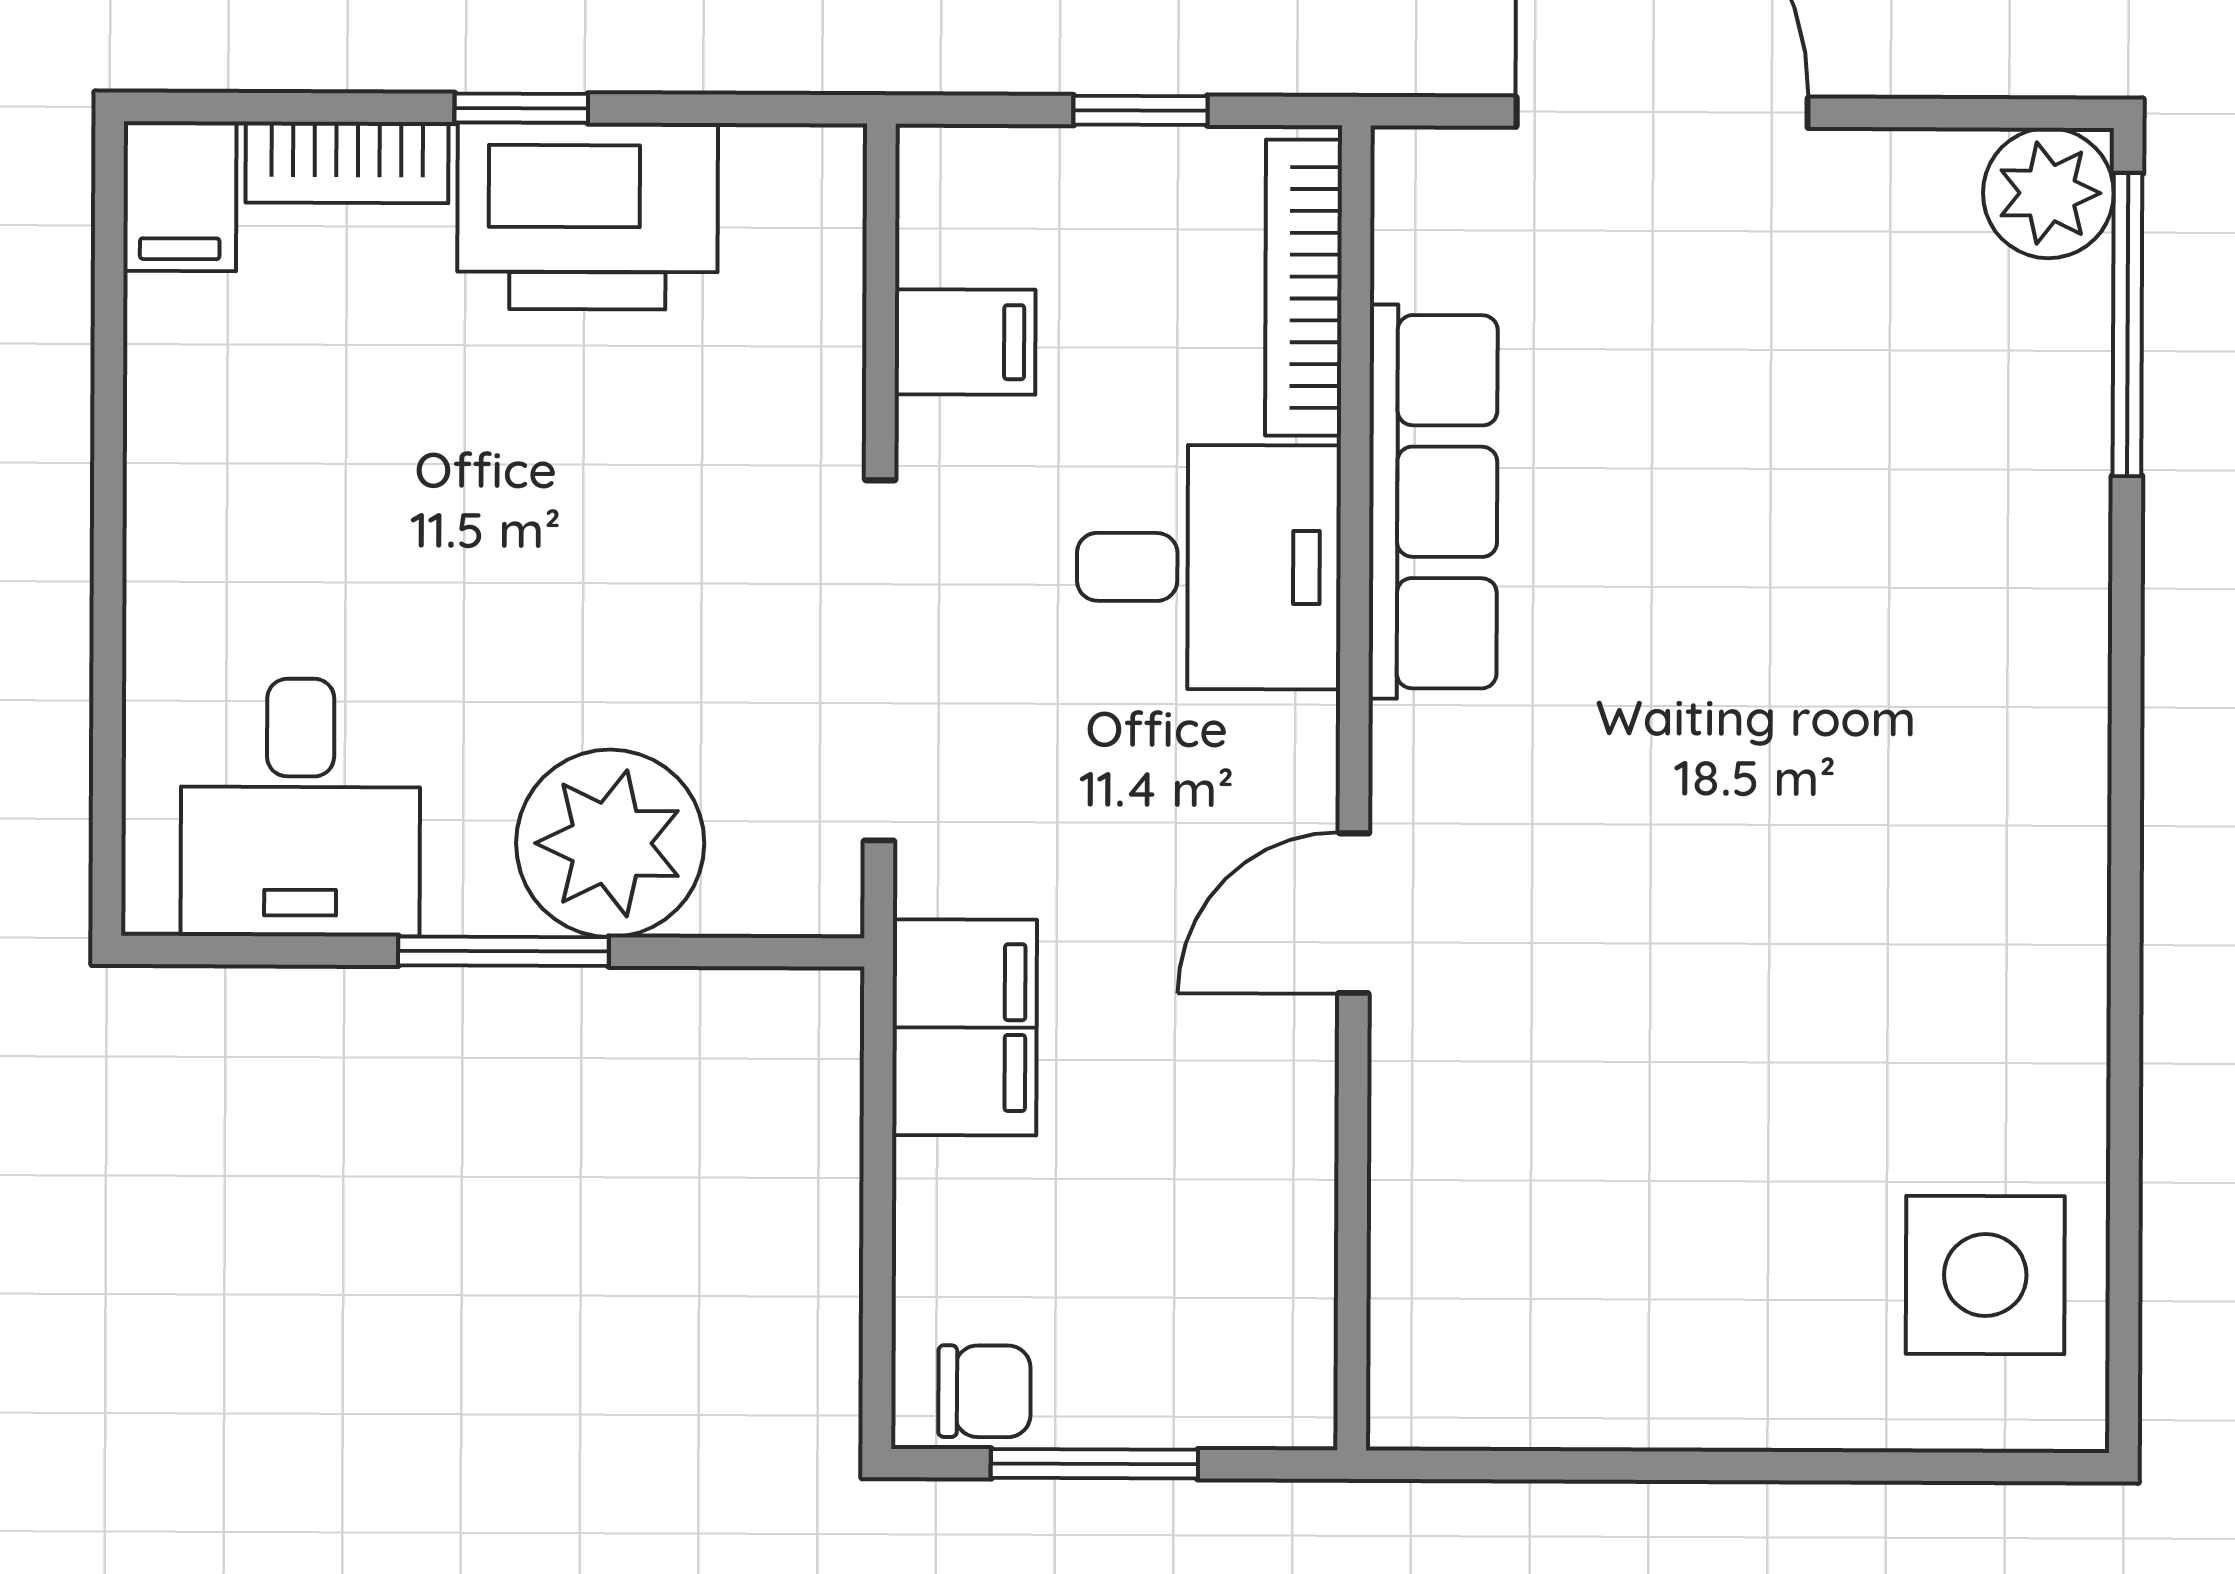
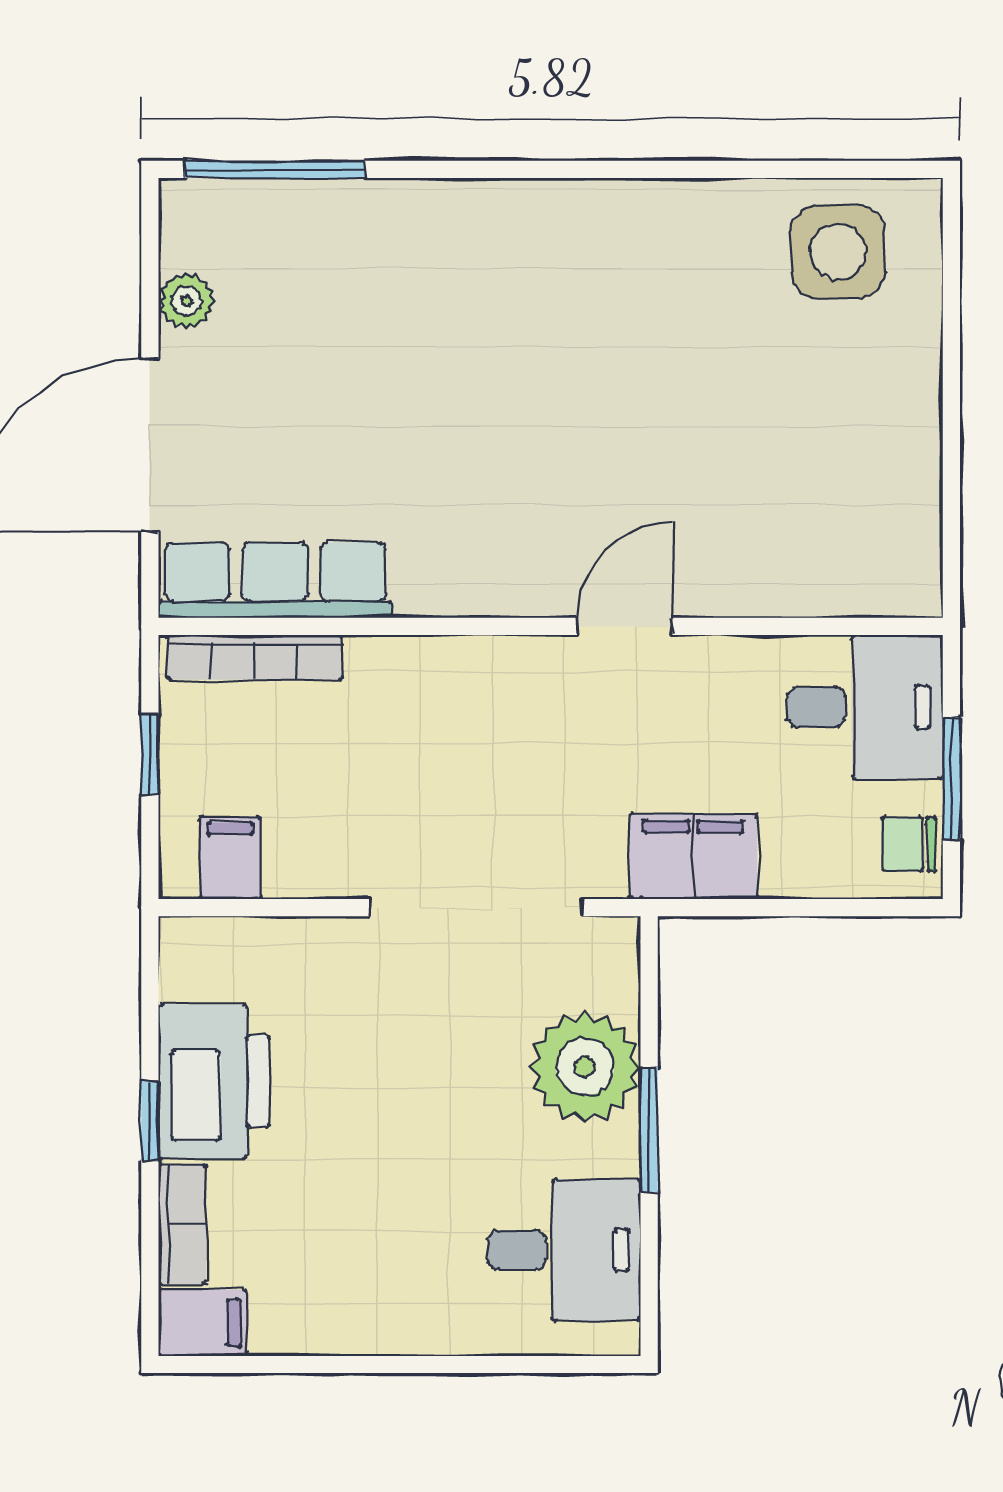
plant: (2048, 193) -> (186, 301), moved, width x0.73, depth x0.73
filing cabinet: (965, 342) -> (230, 858), moved
row of seats: (1433, 502) -> (275, 580), moved
desk: (1209, 567) -> (865, 707), moved, turned 90
door: (1354, 913) -> (625, 626), swing flipped
chair: (984, 1391) -> (909, 844), turned -90

